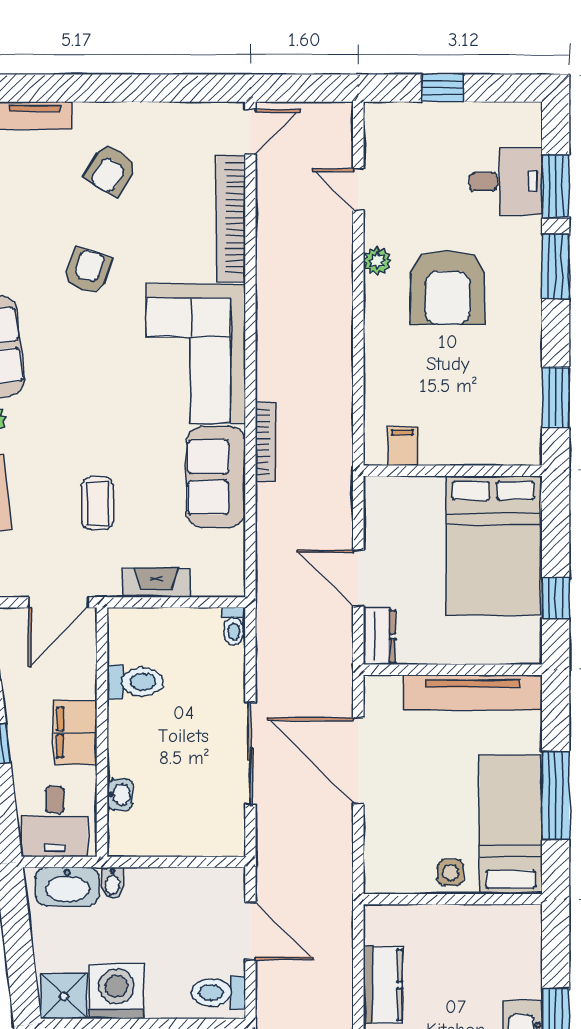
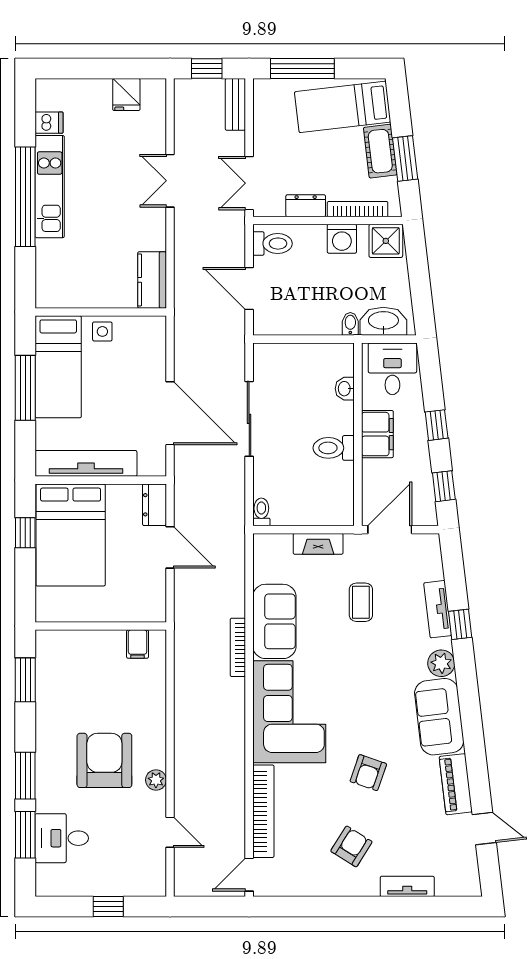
bed: (493, 546) -> (71, 535), moved, turned 180
toilet: (135, 682) -> (334, 448), moved
kitchen counter: (383, 985) -> (152, 280), moved
washing machine: (116, 992) -> (342, 239), width x0.73, depth x0.73

